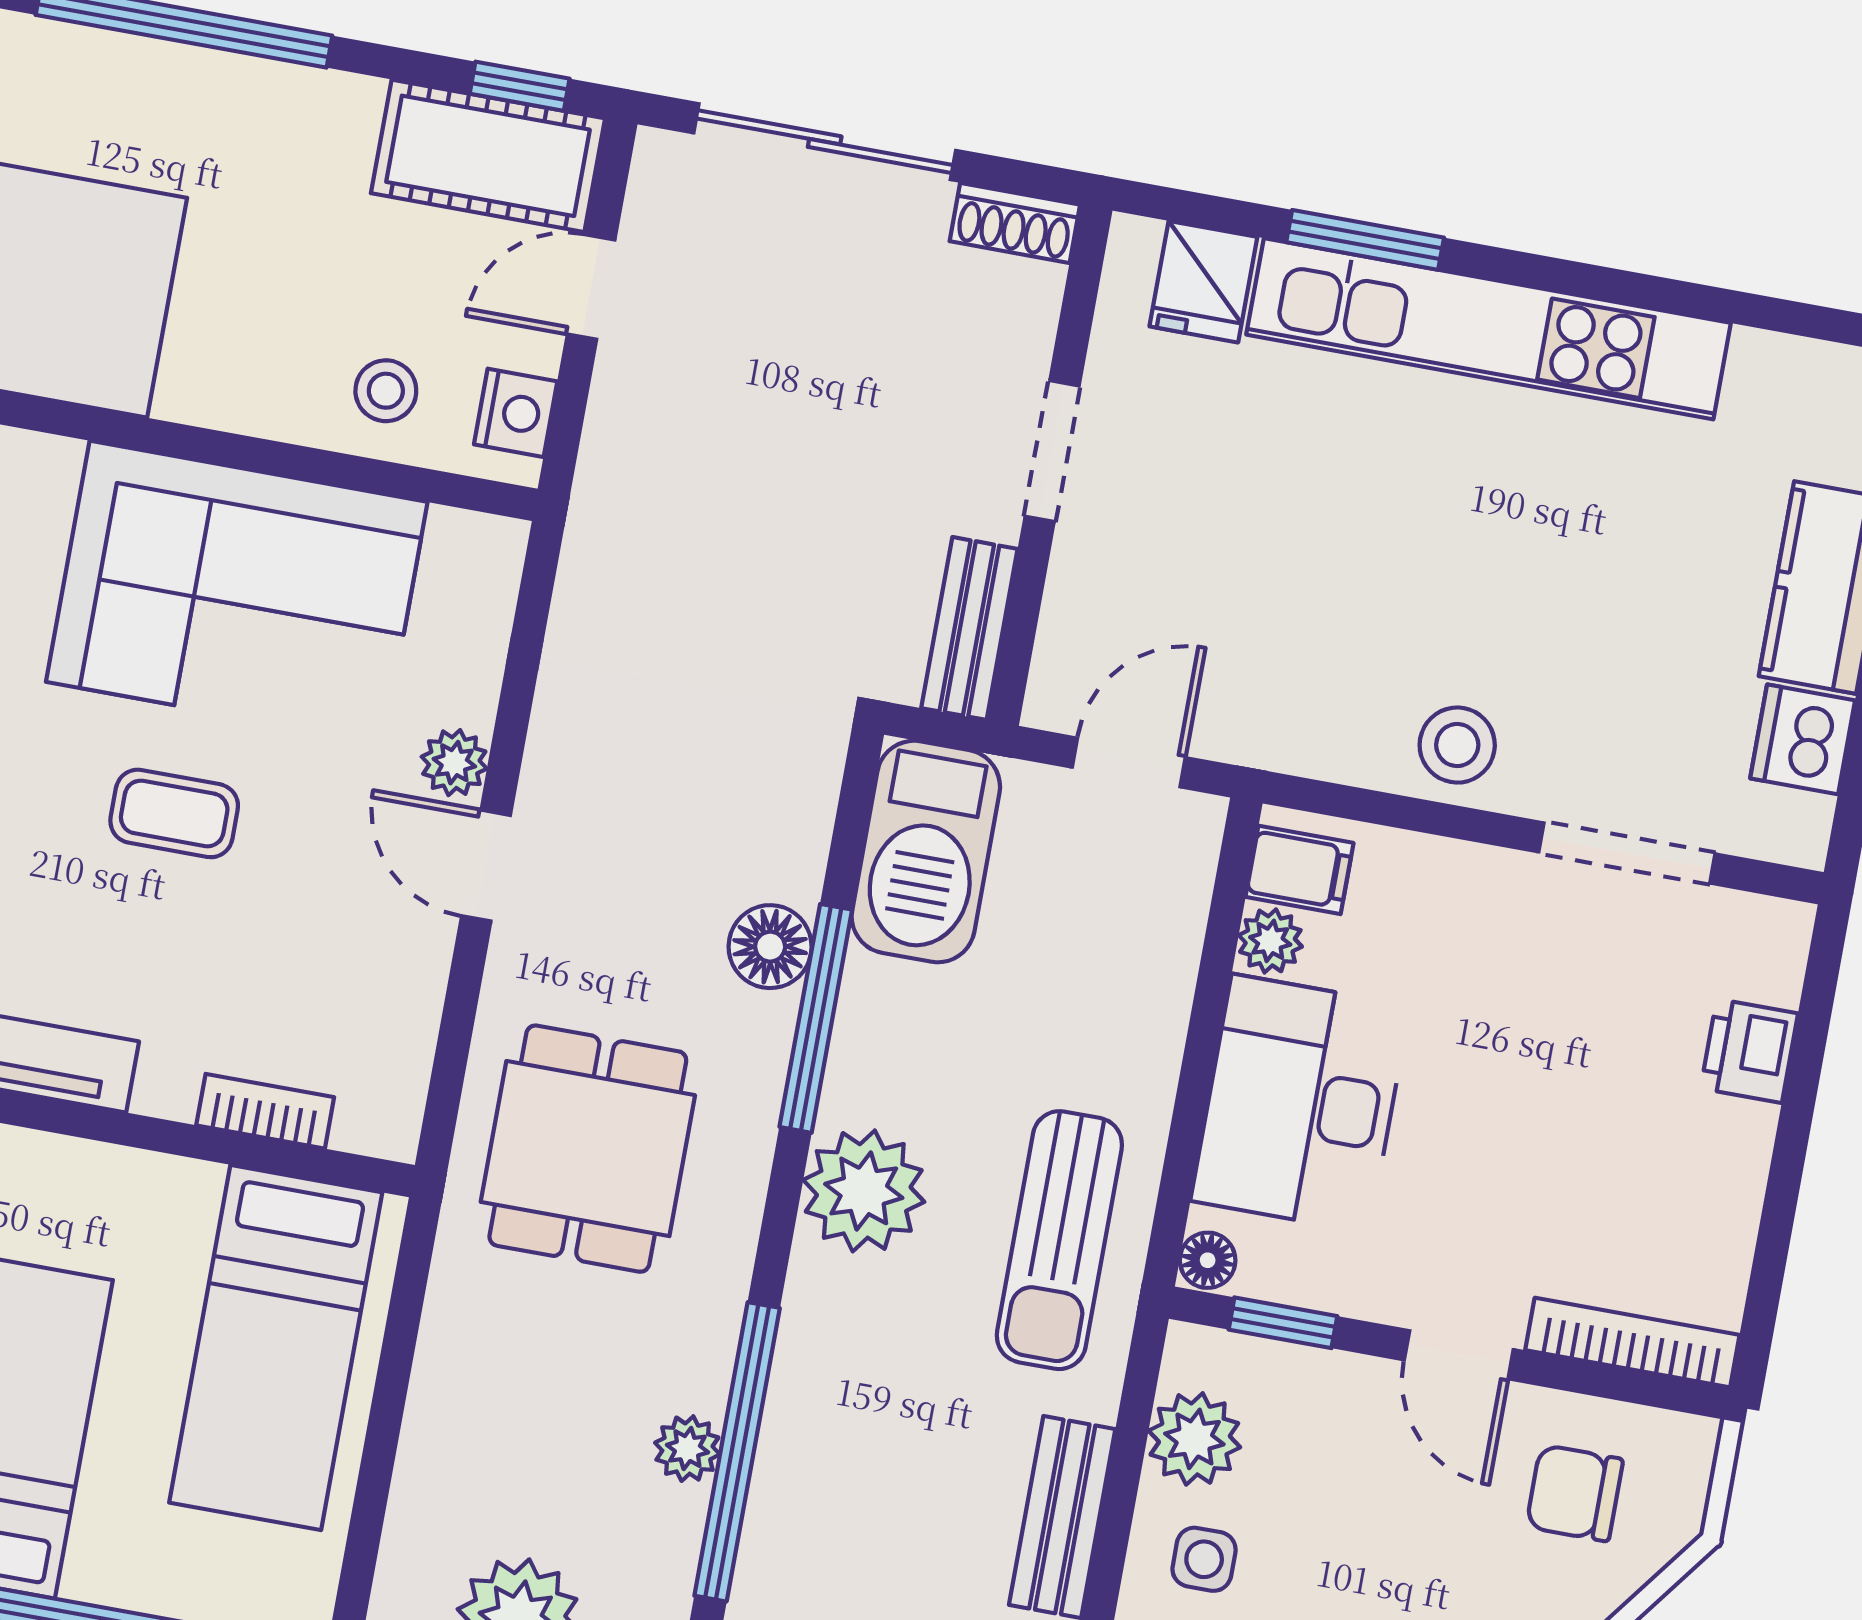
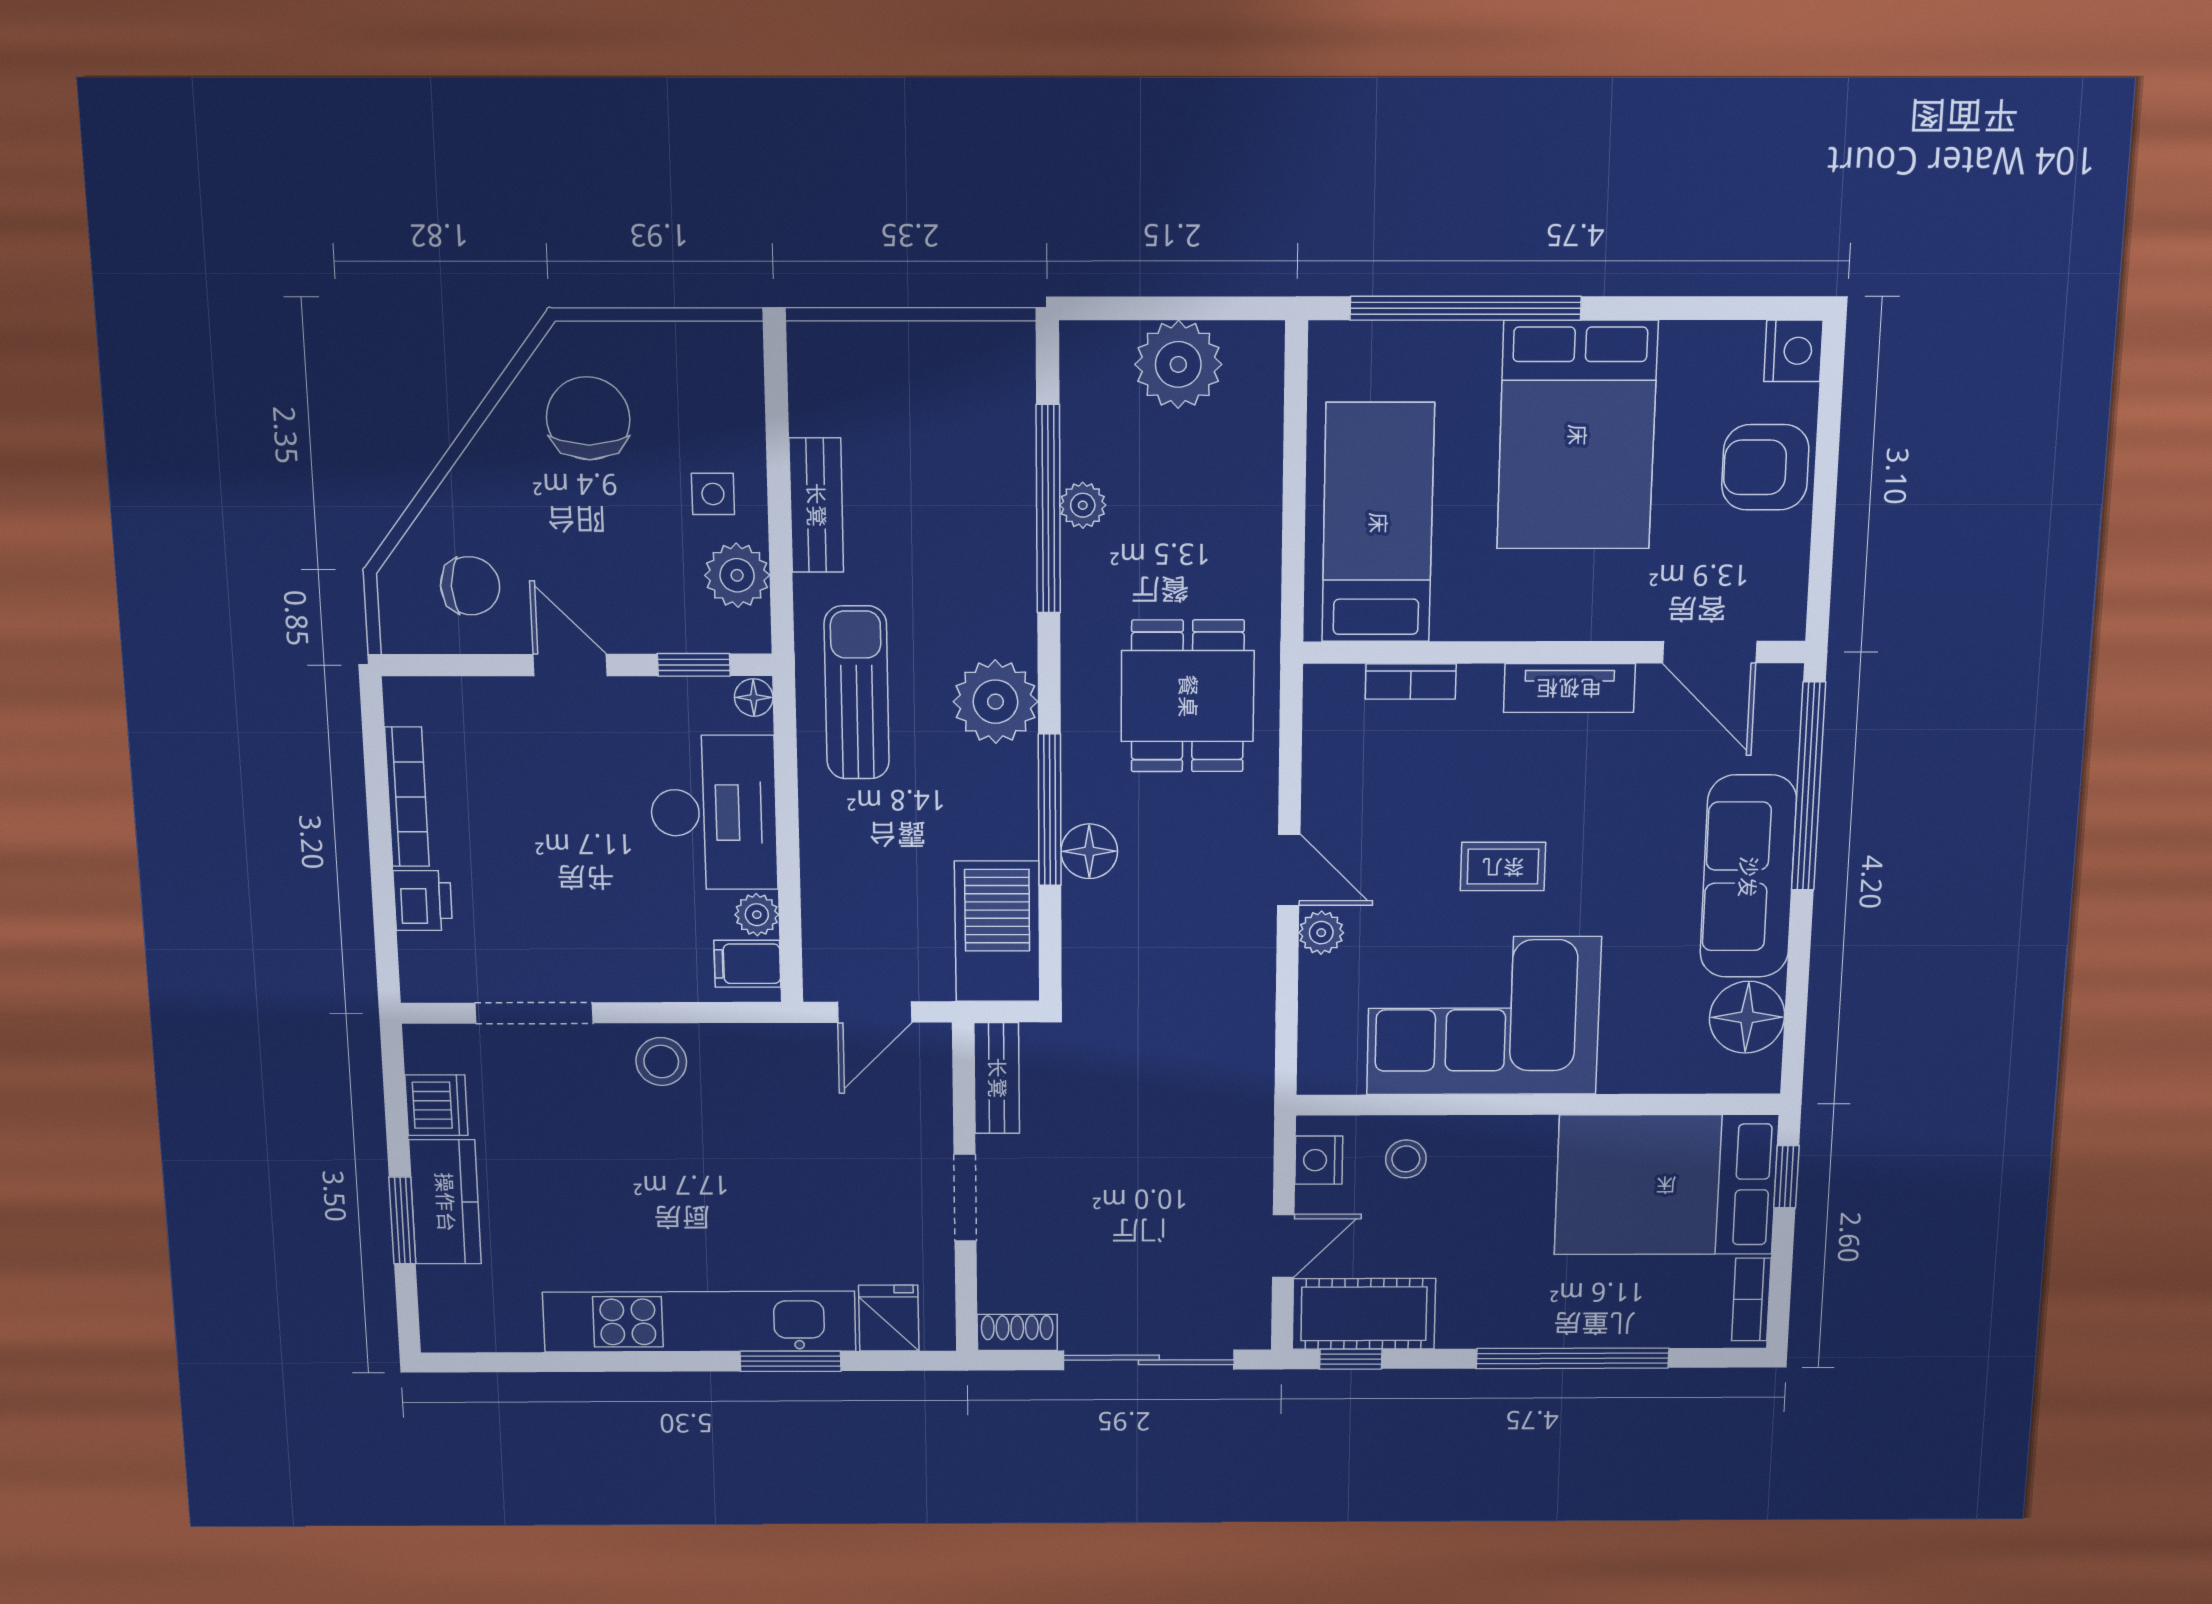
bookcase: (1632, 1343) -> (407, 797), moved, turned -90

